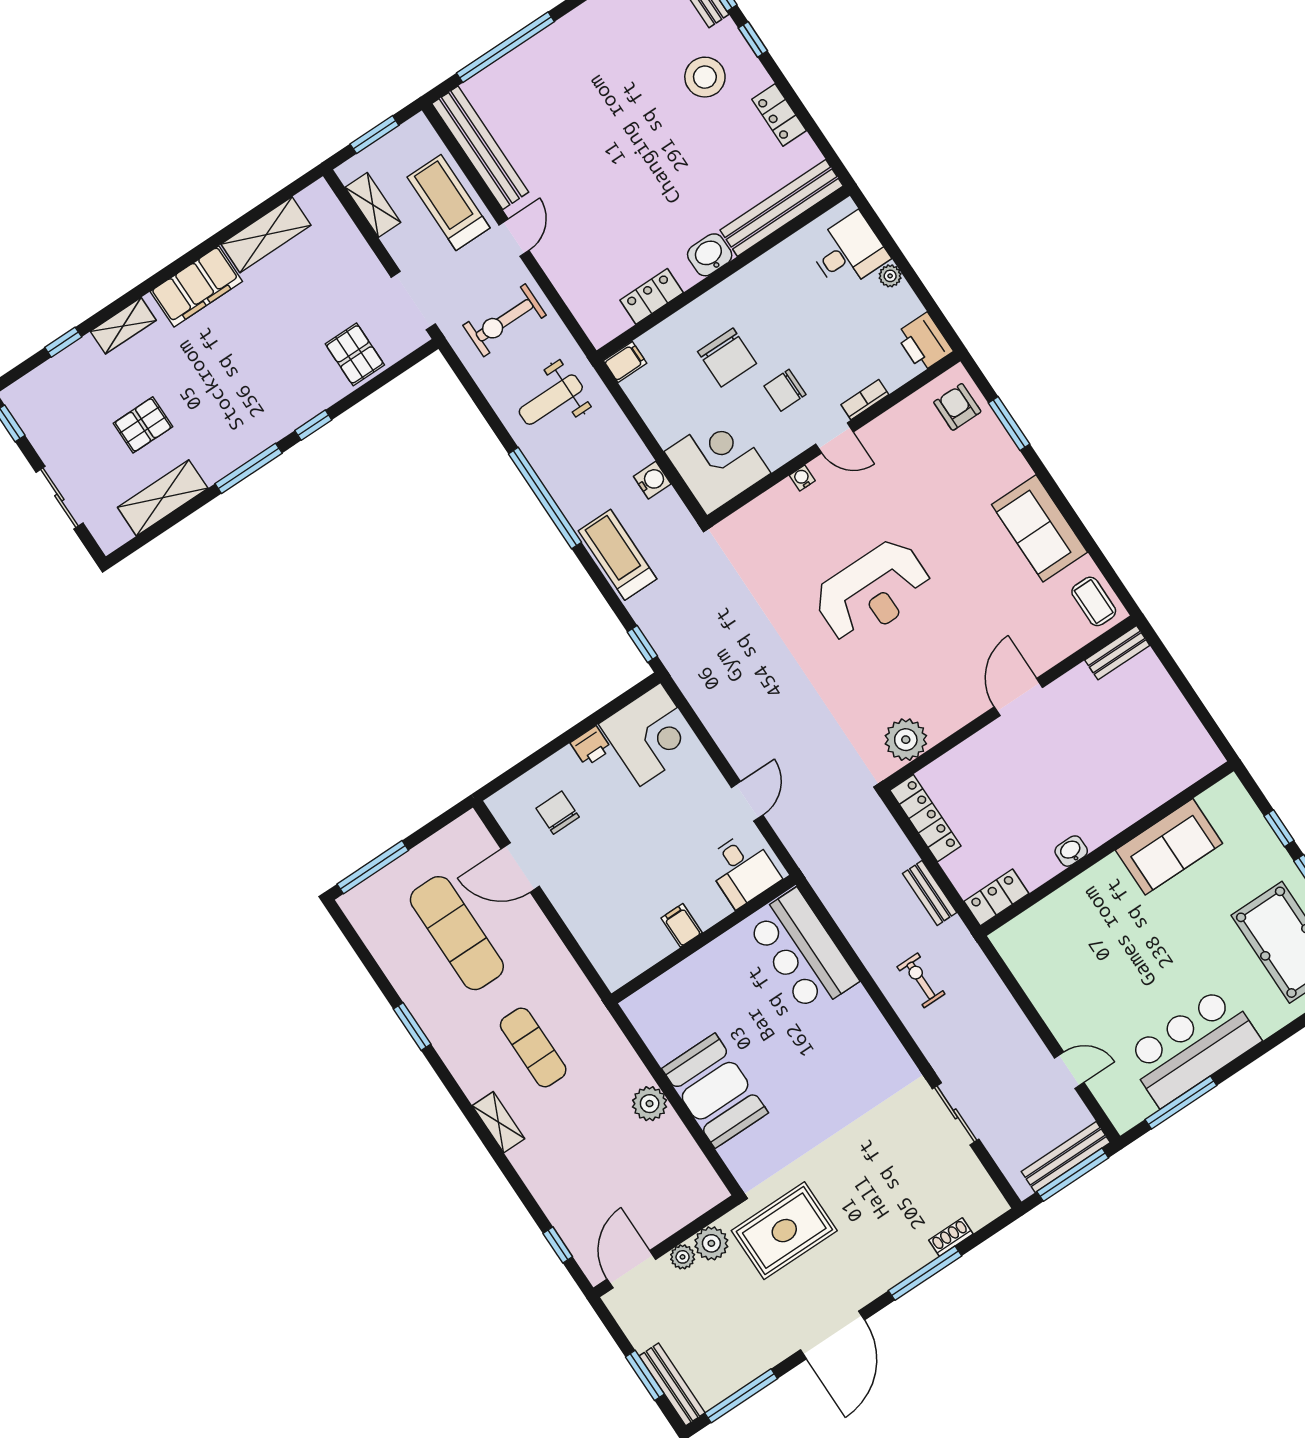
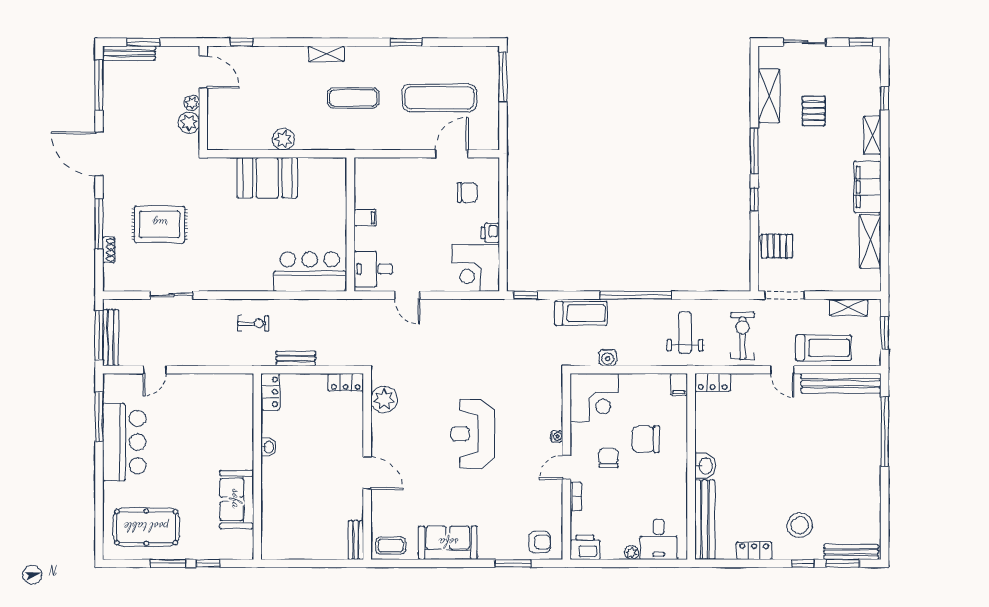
locker: (652, 296) -> (713, 382), moved, turned 90
locker: (925, 818) -> (346, 382), width x0.66
rug: (784, 1231) -> (160, 224), moved, turned 90

